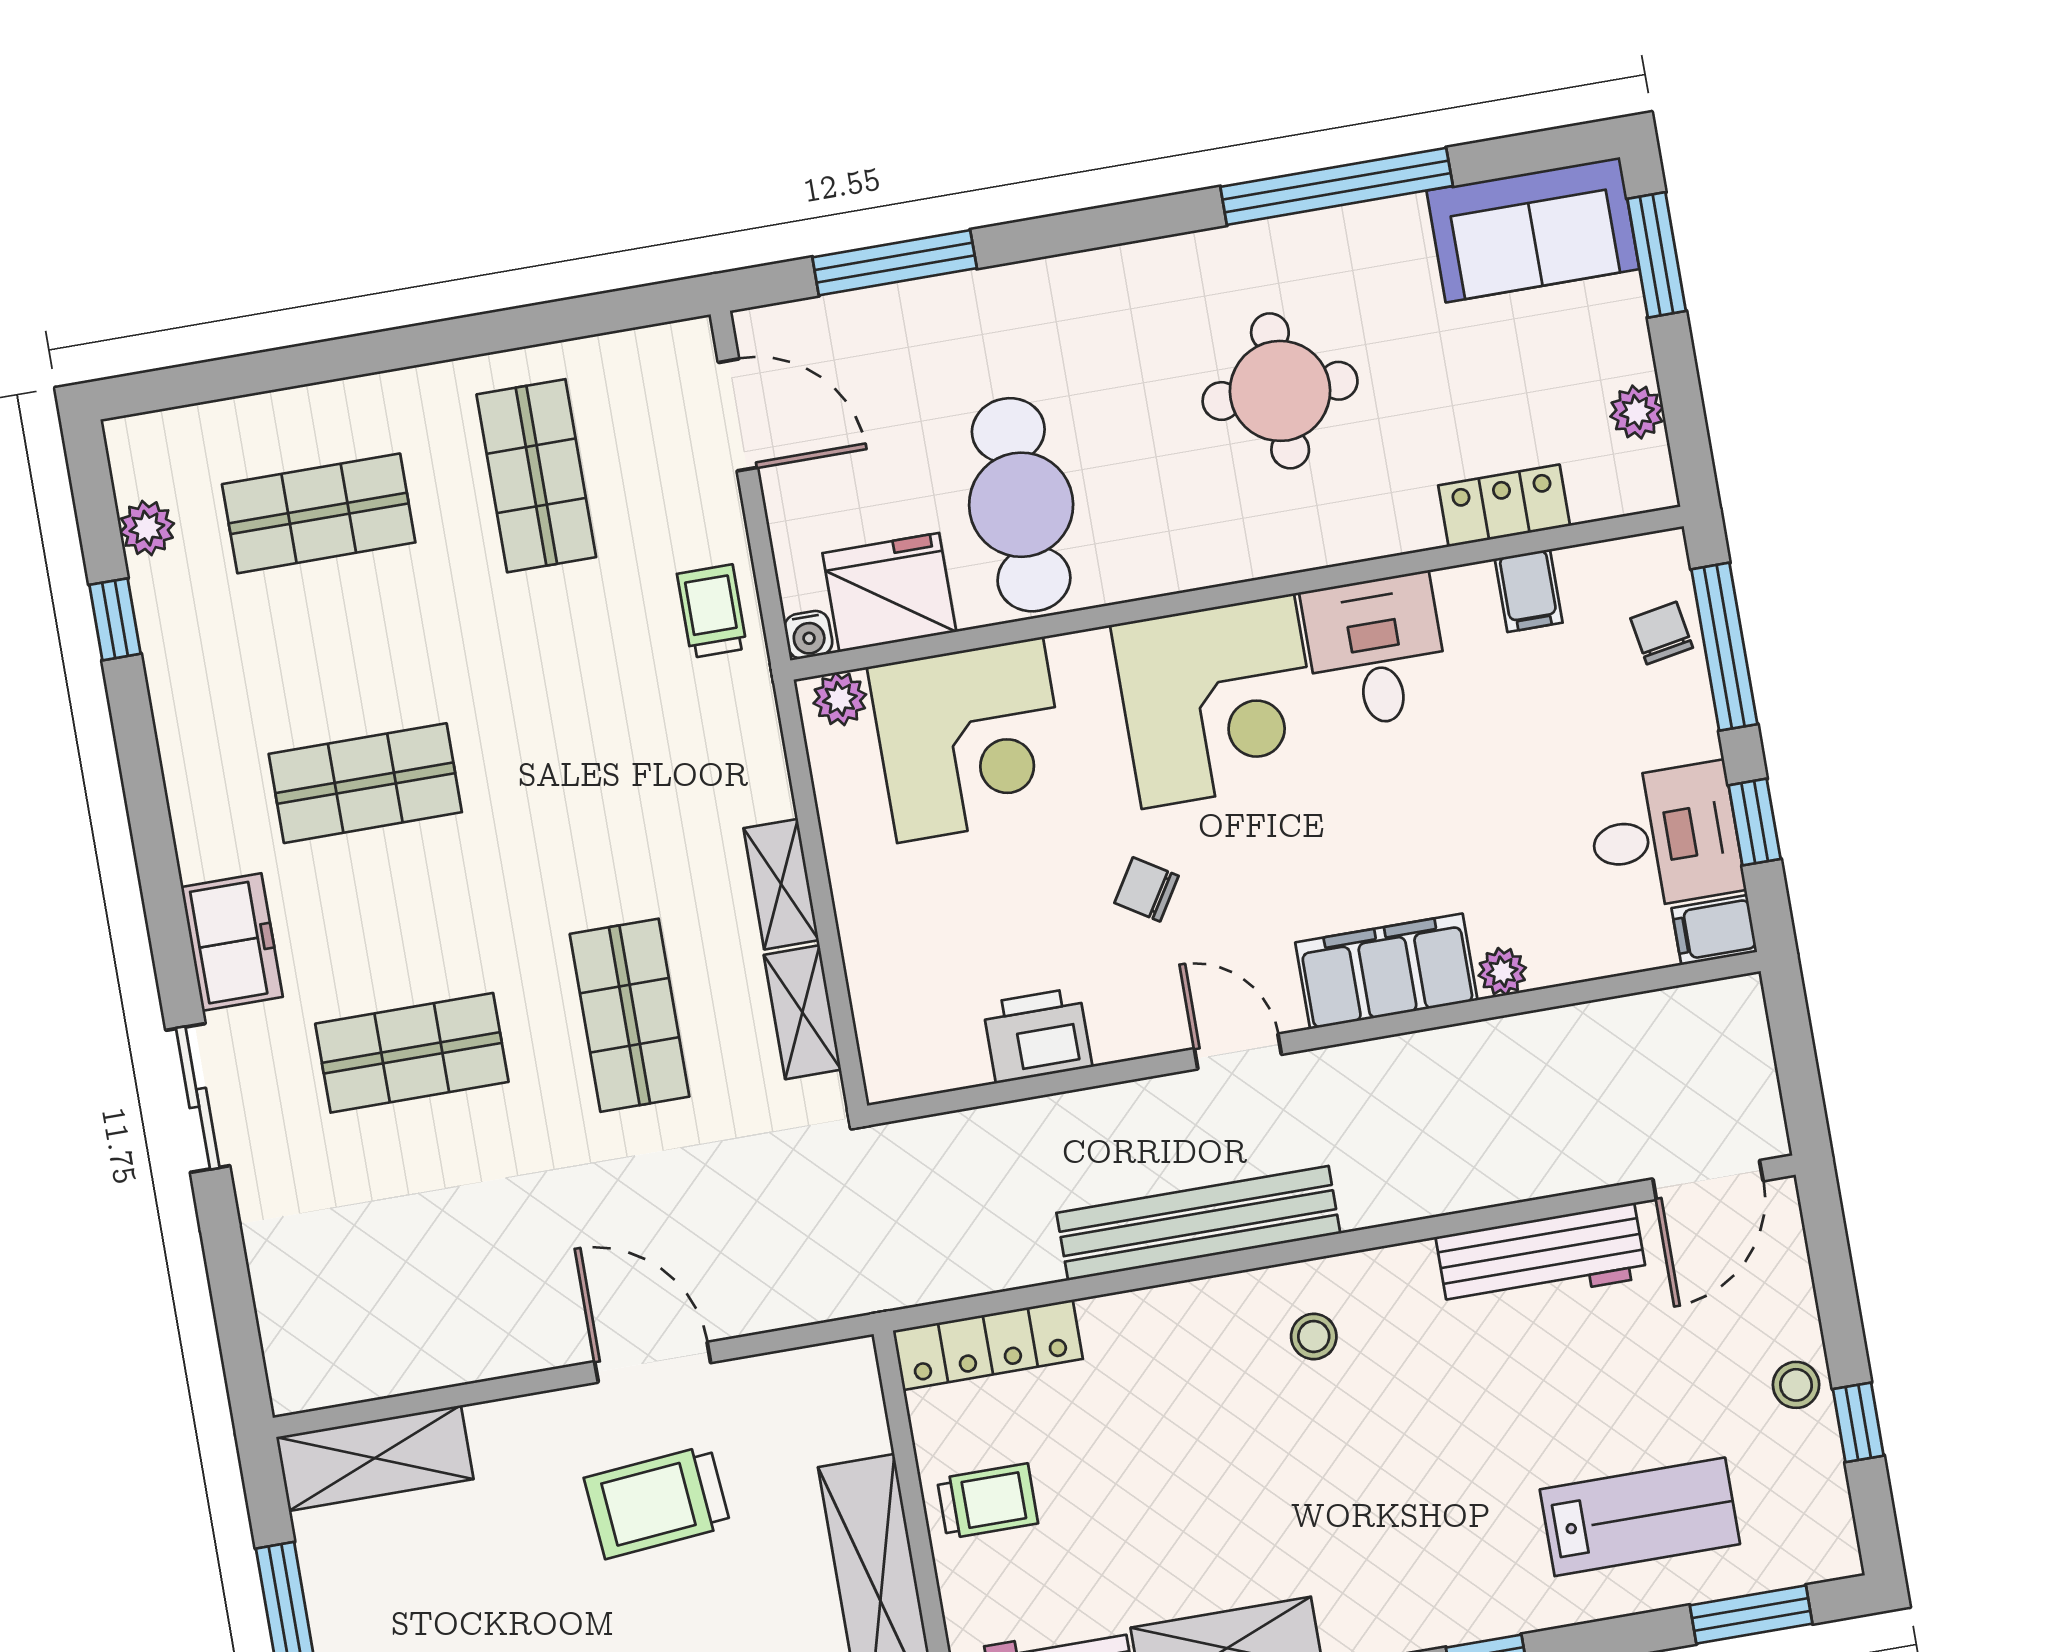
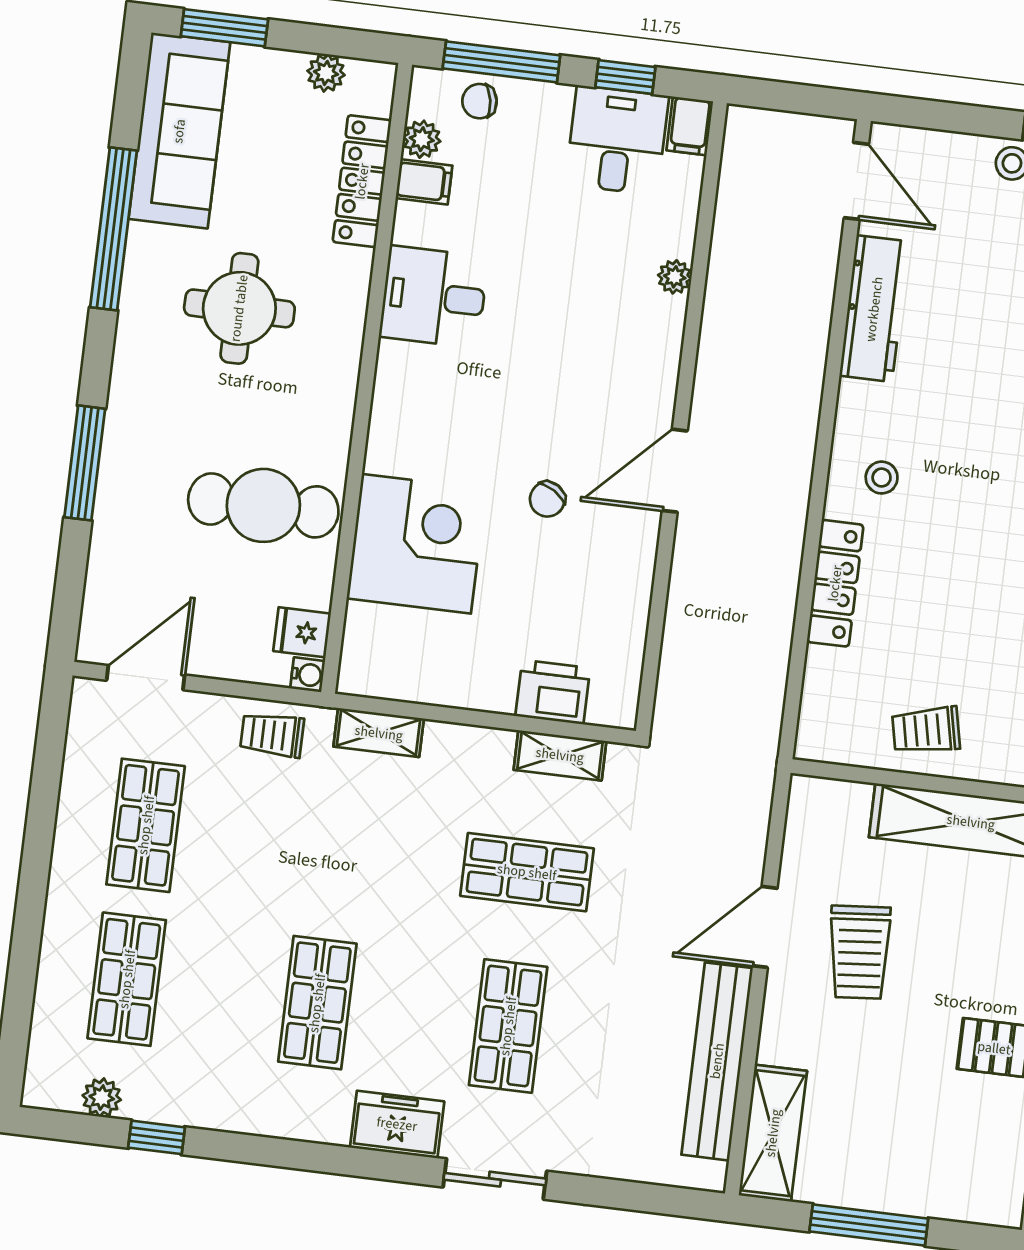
sofa: (1533, 230) -> (179, 131), width x1.36
window: (895, 263) -> (85, 463), moved
shop shelf: (536, 476) -> (146, 825), turned 90
locker: (1504, 506) -> (362, 181), width x1.53
fridge: (889, 592) -> (302, 632), width x0.53, depth x0.75
plant: (840, 699) -> (422, 139), moved
corner desk: (1218, 701) -> (435, 413), removed
corner desk: (970, 740) -> (416, 544), moved
shelving: (781, 884) -> (379, 733), moved
filing cabinet: (1386, 971) -> (651, 355), removed
printer: (1037, 1035) -> (553, 692), moved, turned 90
door: (1238, 1052) -> (675, 471), width x1.38
bench: (1198, 1223) -> (717, 1061), moved
locker: (988, 1345) -> (835, 583), moved
trolley: (987, 1501) -> (926, 730), turned -102

